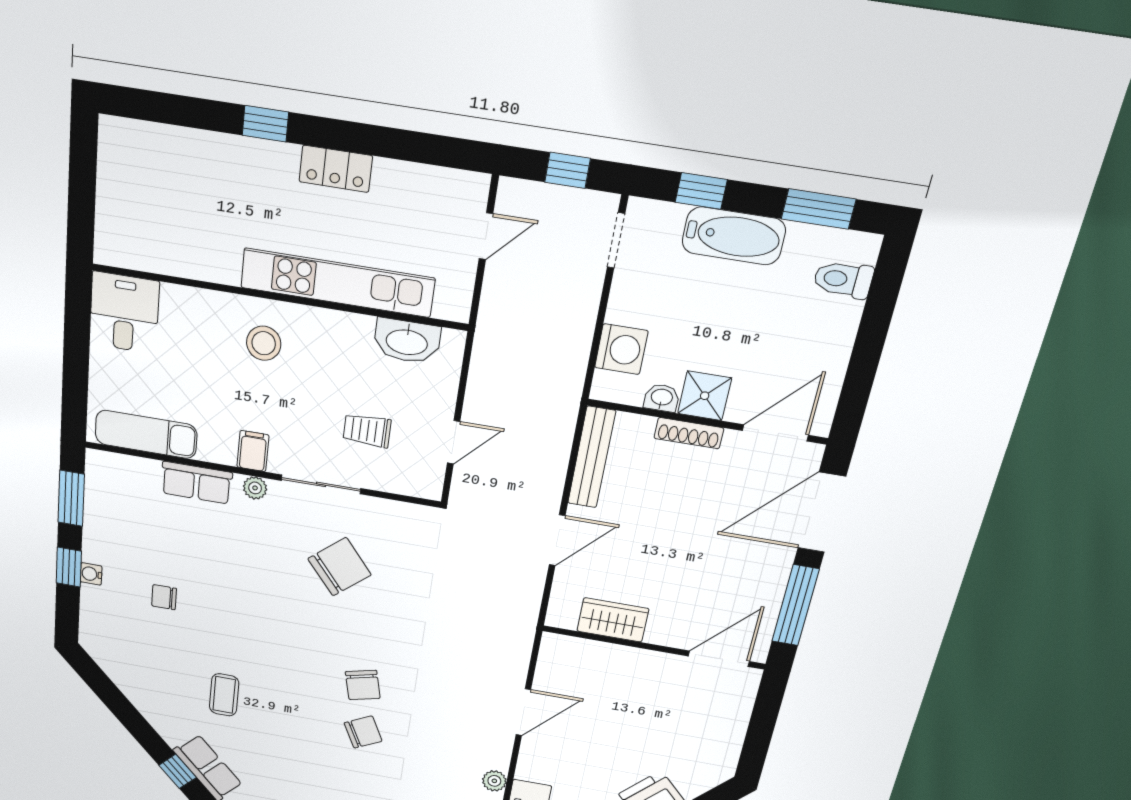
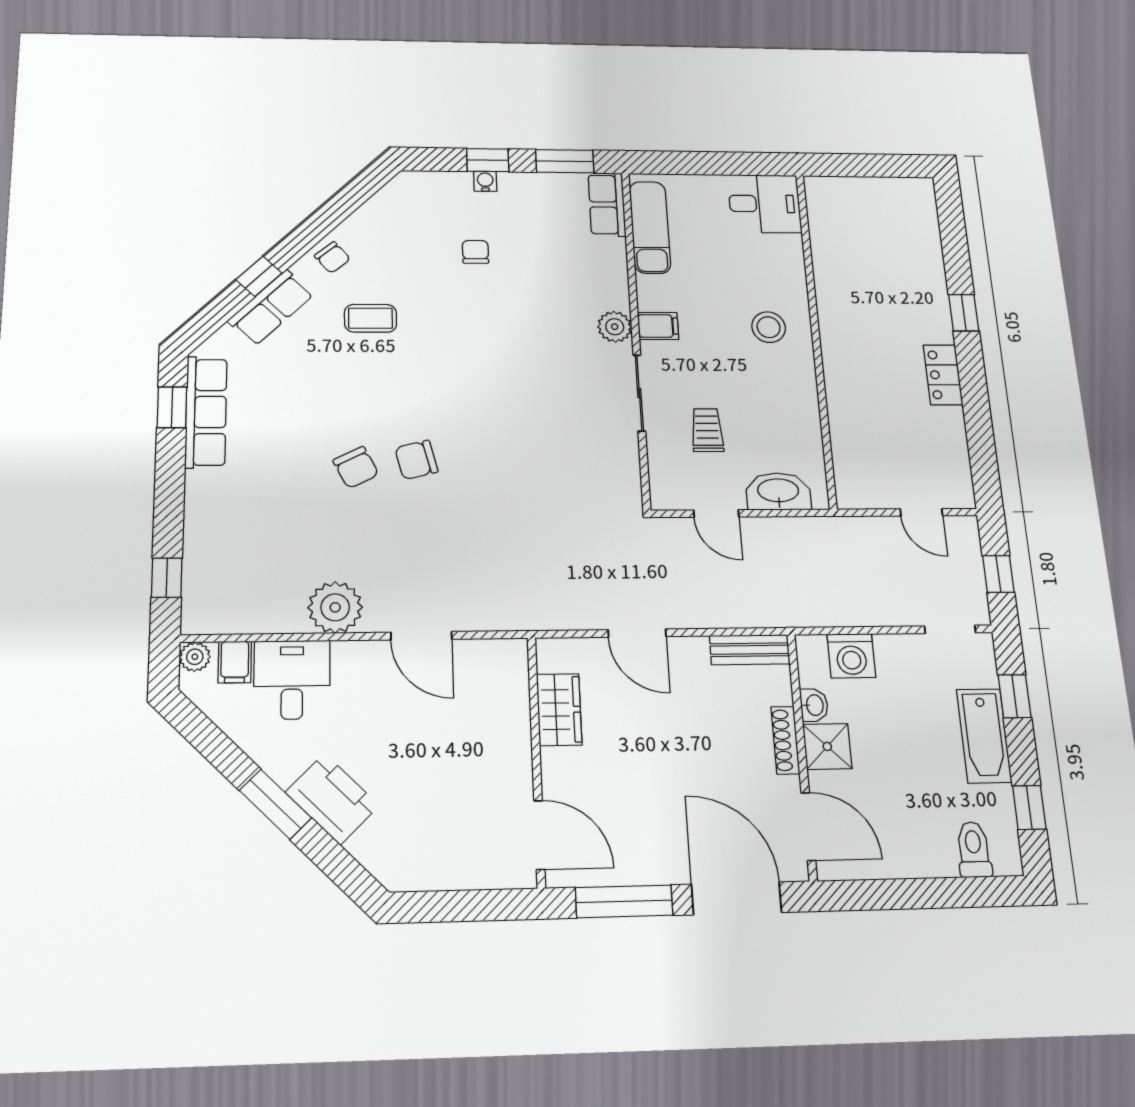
window: (819, 209) -> (1029, 807), width x0.67
kitchen unit: (337, 283) -> (843, 387), removed
washbasin: (407, 341) -> (778, 491), moved, turned 90
bench: (592, 457) -> (750, 650), width x0.73
row of seats: (197, 483) -> (607, 204), moved
plant: (255, 488) -> (615, 327), width x1.38, depth x1.38
chair: (339, 567) -> (332, 257), moved, width x0.54, depth x0.54
plant: (494, 781) -> (335, 607), width x1.87, depth x1.87

